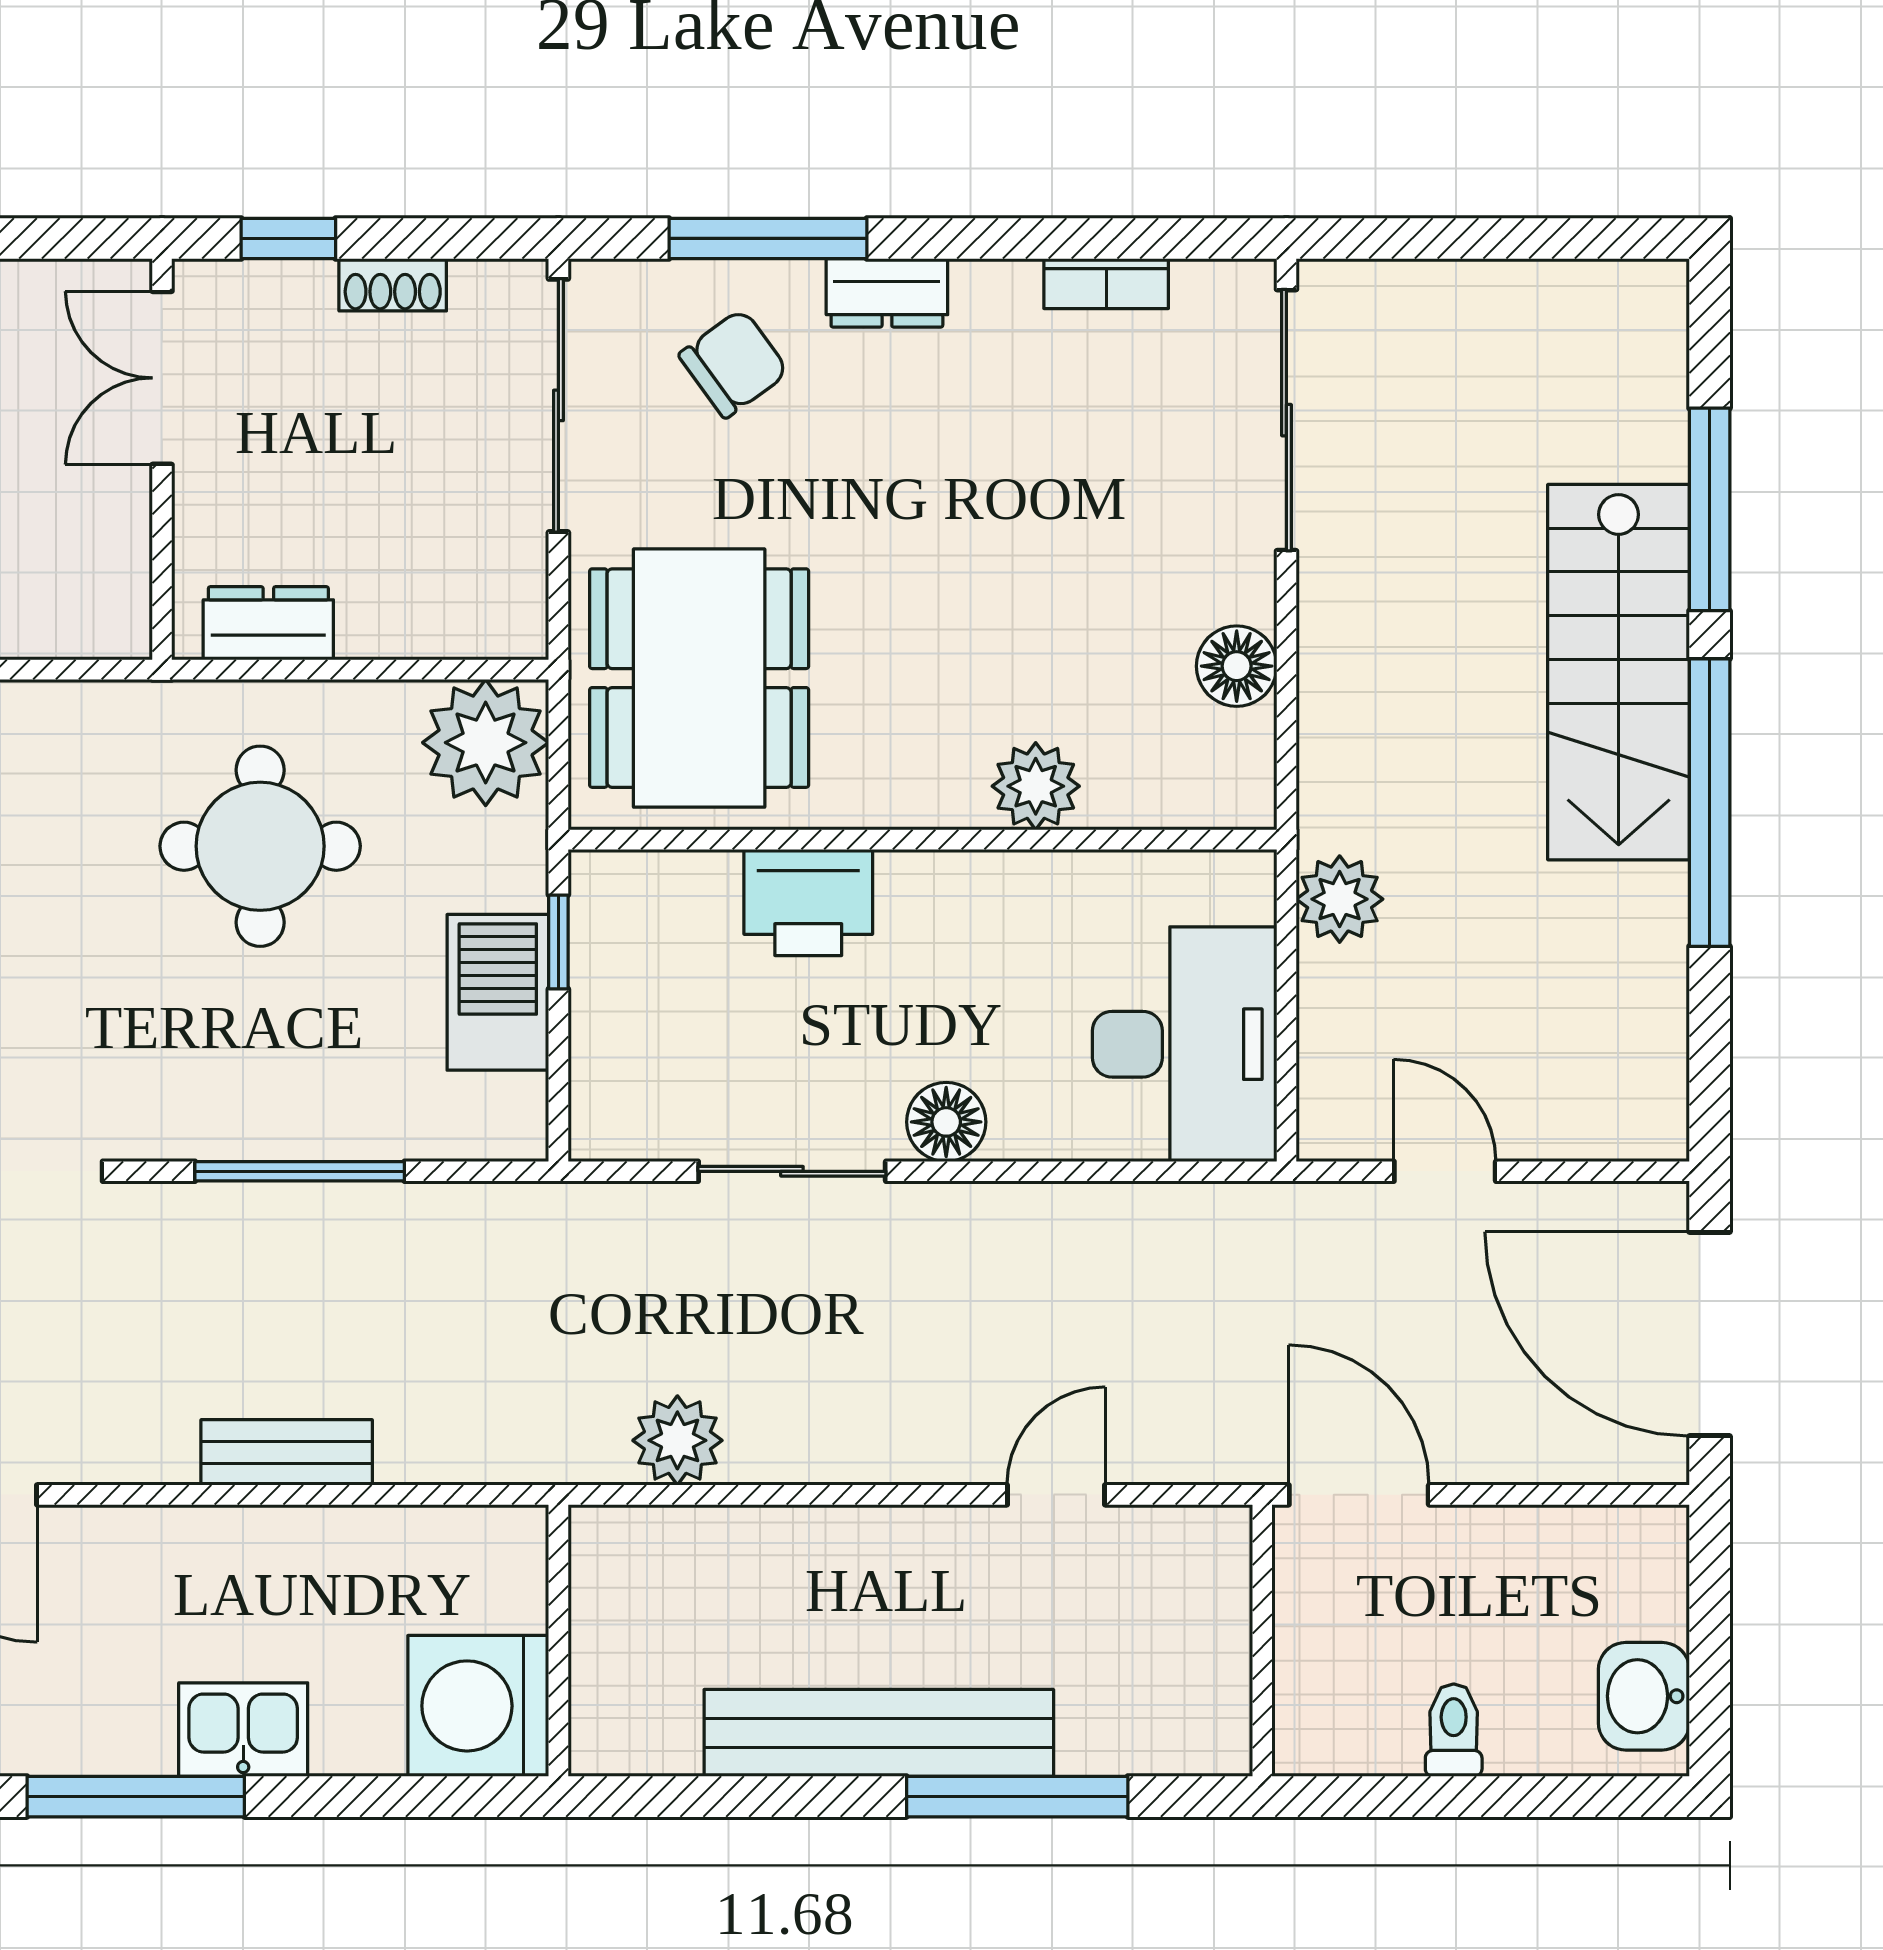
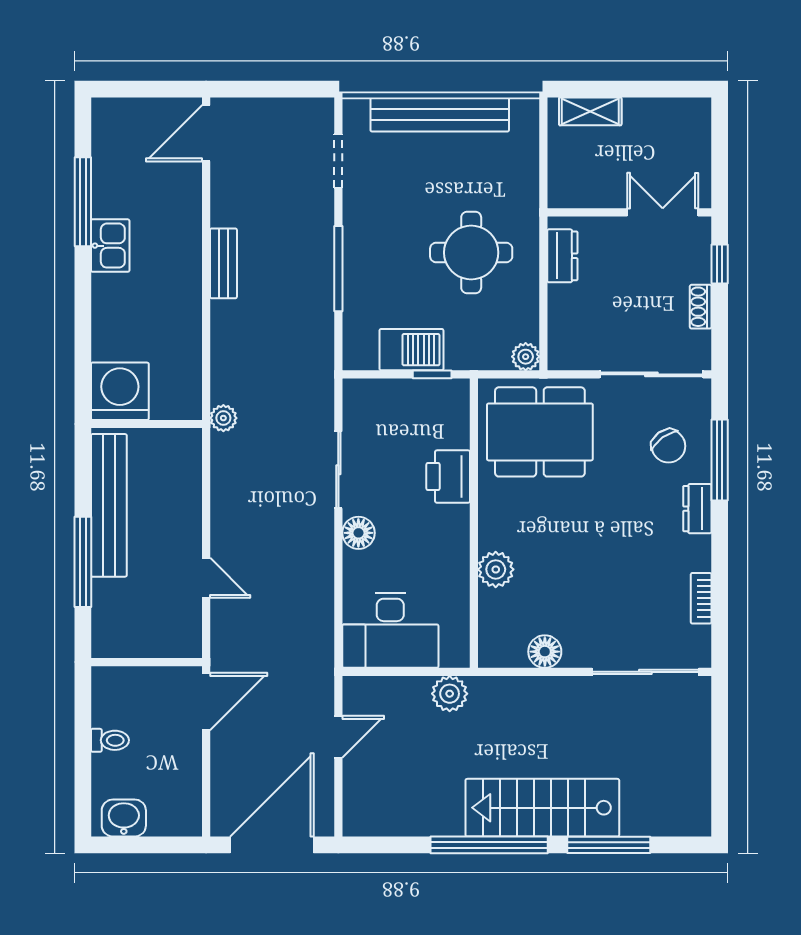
plant: (486, 743) -> (526, 357), width x0.53, depth x0.53
plant: (677, 1440) -> (223, 418), width x0.73, depth x0.73
wall: (558, 1640) -> (147, 424), moved
washing machine: (478, 1706) -> (120, 391), moved

